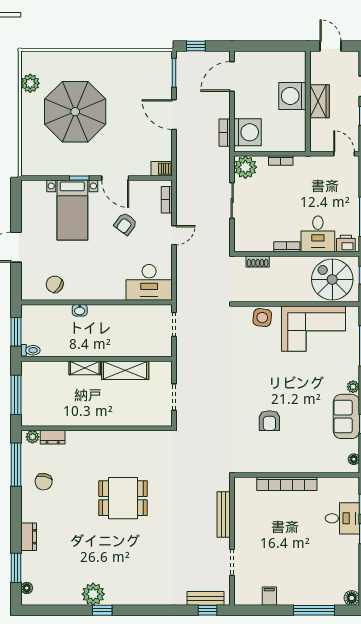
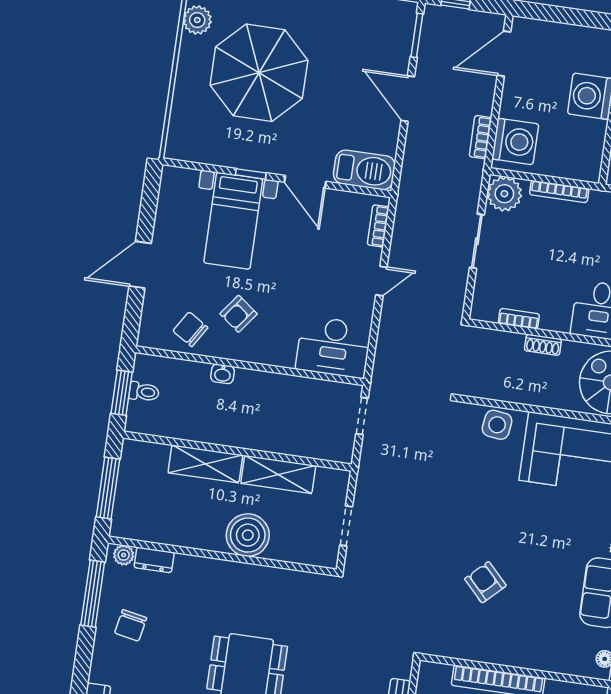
bookcase: (281, 161) -> (559, 192), width x1.56
barbecue: (162, 169) -> (364, 170), width x1.88, depth x1.53
armchair: (126, 224) -> (238, 314), moved
bookcase: (287, 247) -> (519, 319), moved
shoe rack: (258, 261) -> (543, 345), moved
toilet: (30, 350) -> (144, 392), moved
shelving: (85, 368) -> (205, 464), width x1.50, depth x1.33
boiler: (111, 412) -> (248, 535), added
armchair: (269, 421) -> (485, 582), turned 136

